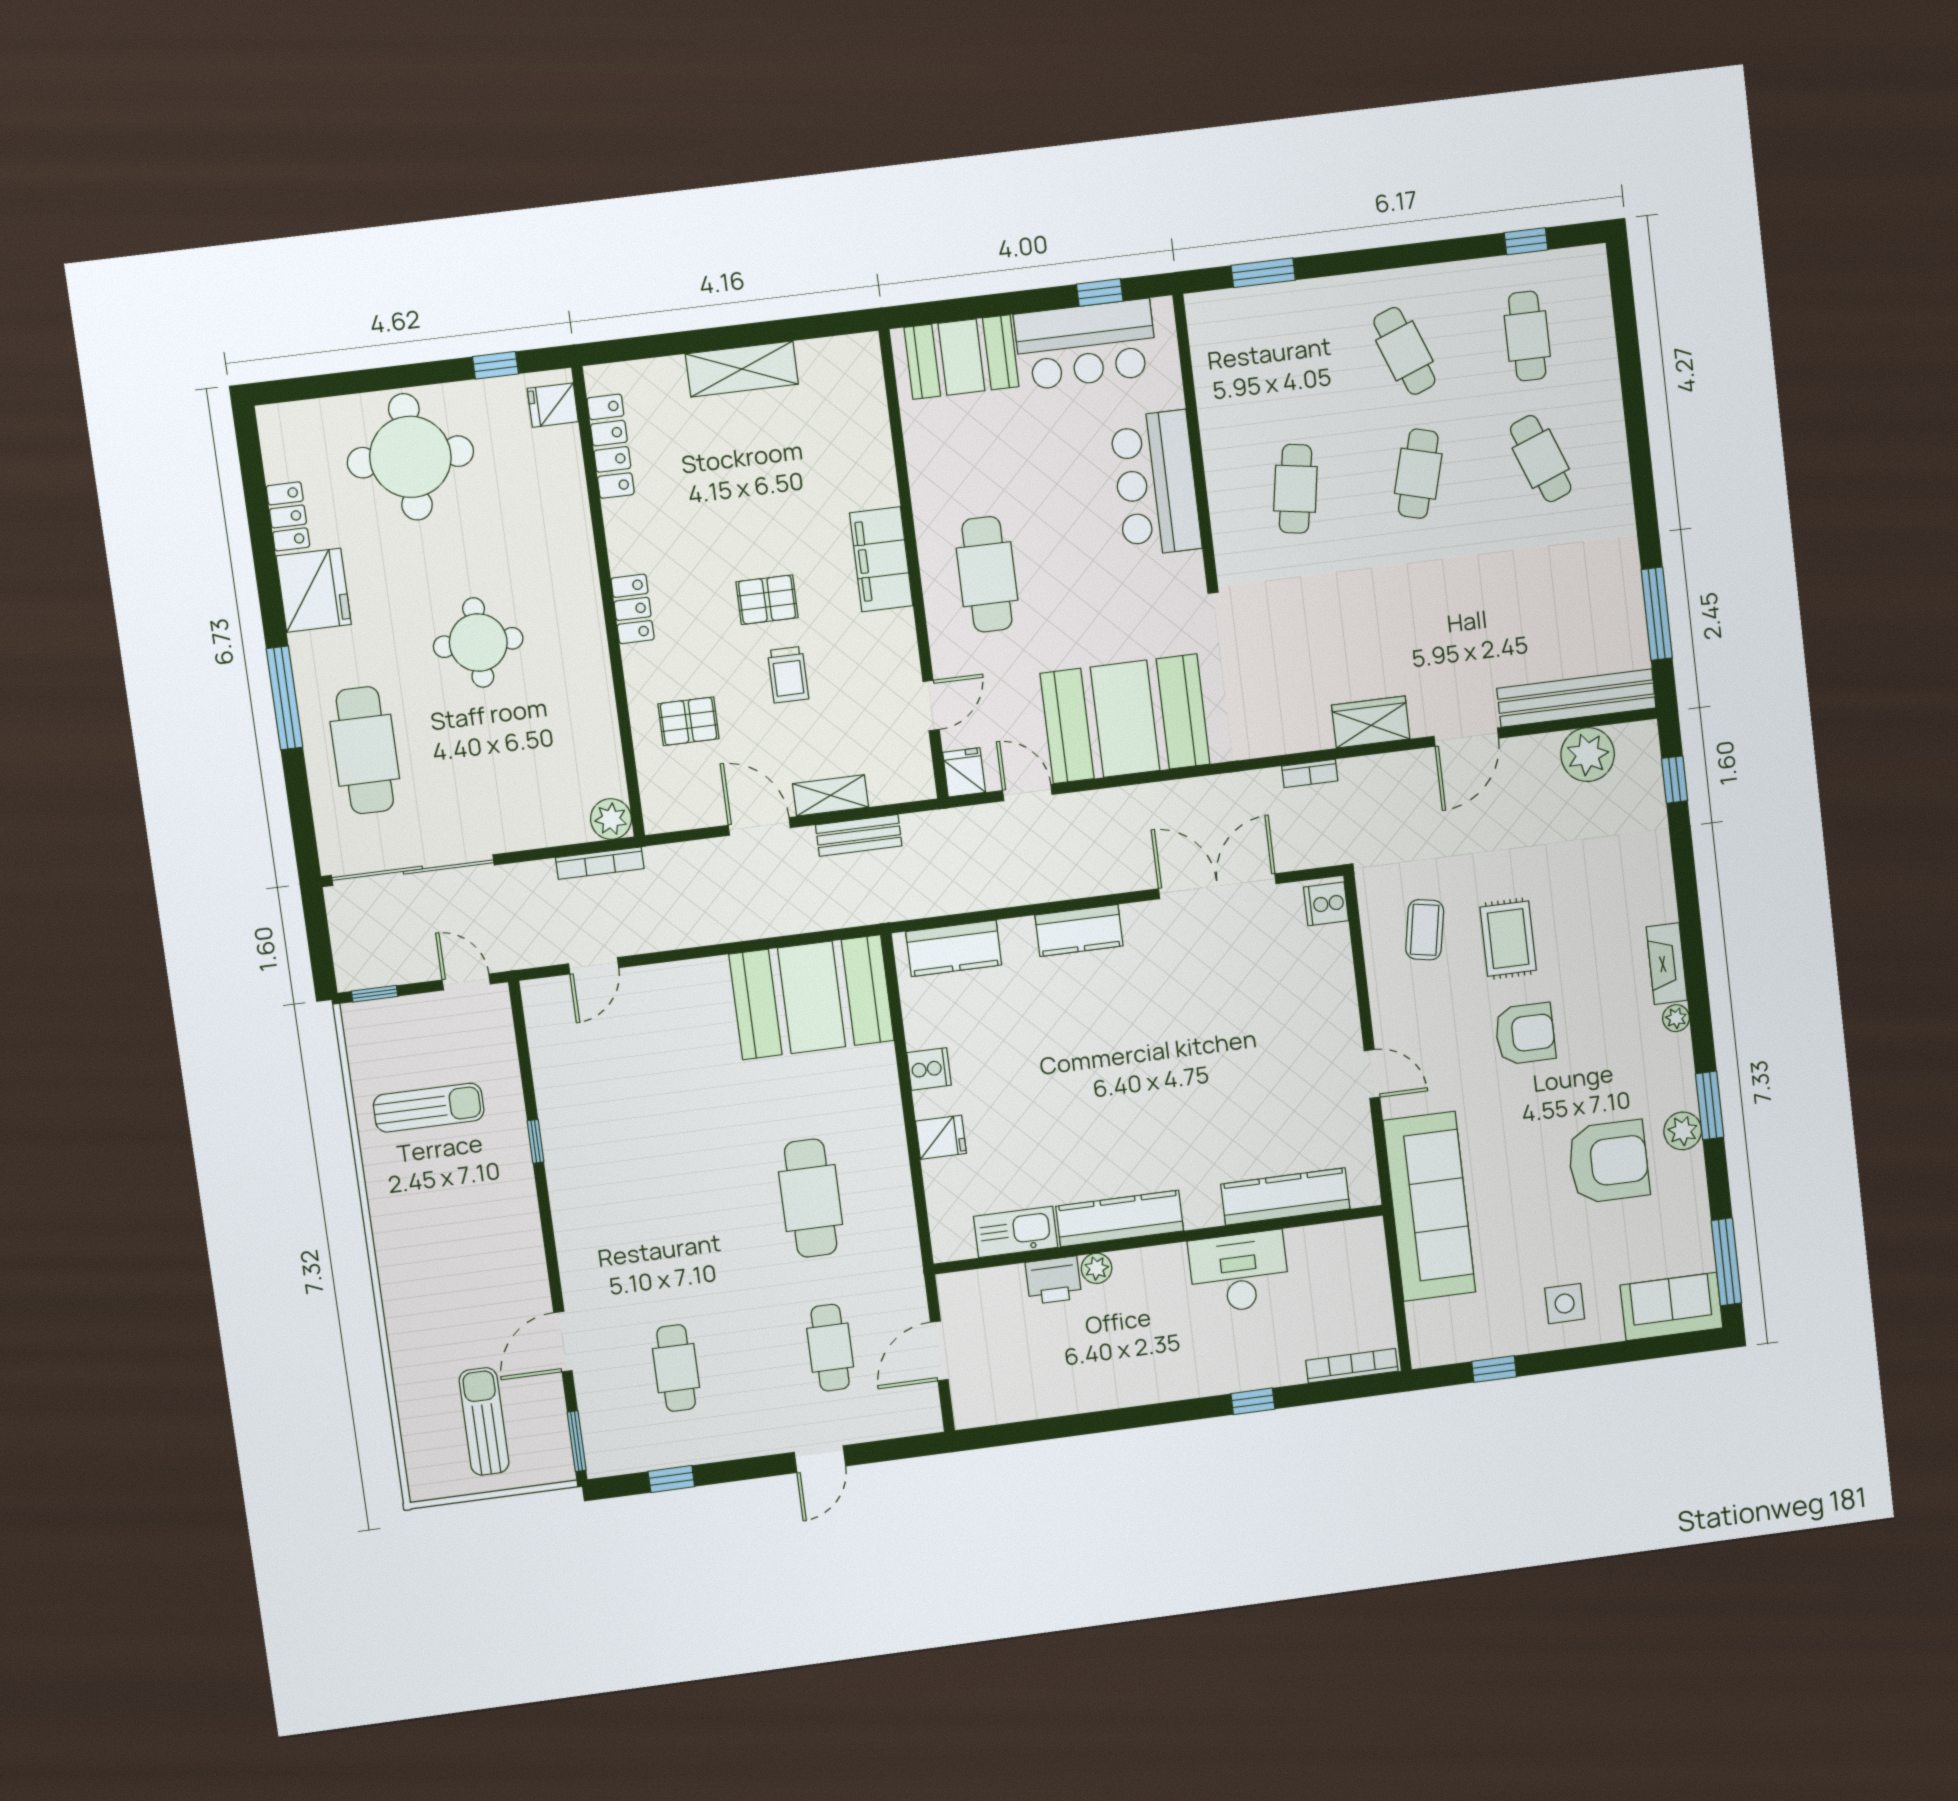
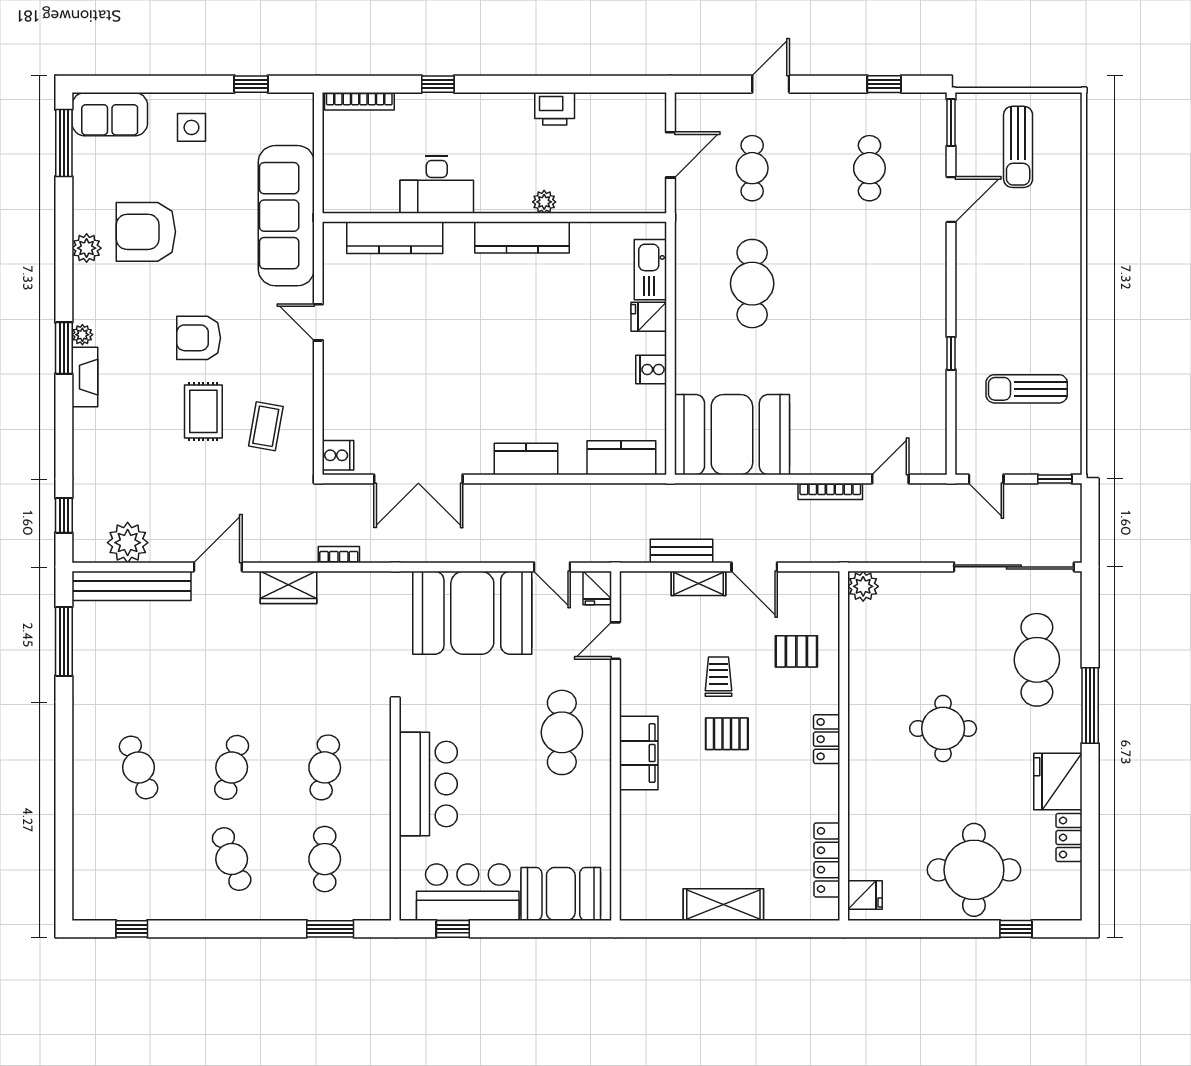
cafe table: (1527, 336) -> (325, 859), moved
window: (495, 365) -> (1016, 929), moved
bookcase: (600, 863) -> (830, 491), moved, turned 180
window: (1710, 1105) -> (64, 348), moved
kitchen sink: (1016, 1232) -> (650, 270), moved, turned 90
printer: (1053, 1280) -> (555, 109), moved, turned 180

